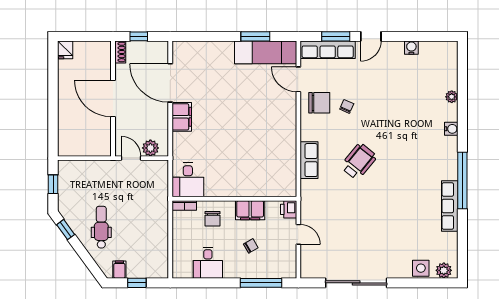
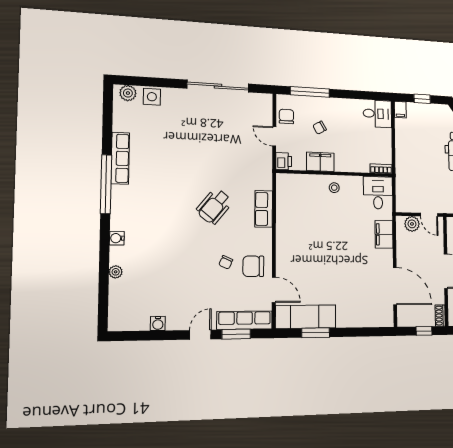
filing cabinet: (182, 117) -> (384, 234), moved
stool: (235, 184) -> (334, 188), added
chair: (212, 219) -> (286, 116), moved
desk: (208, 263) -> (377, 114), moved, turned 90
filing cabinet: (119, 270) -> (400, 110), moved

